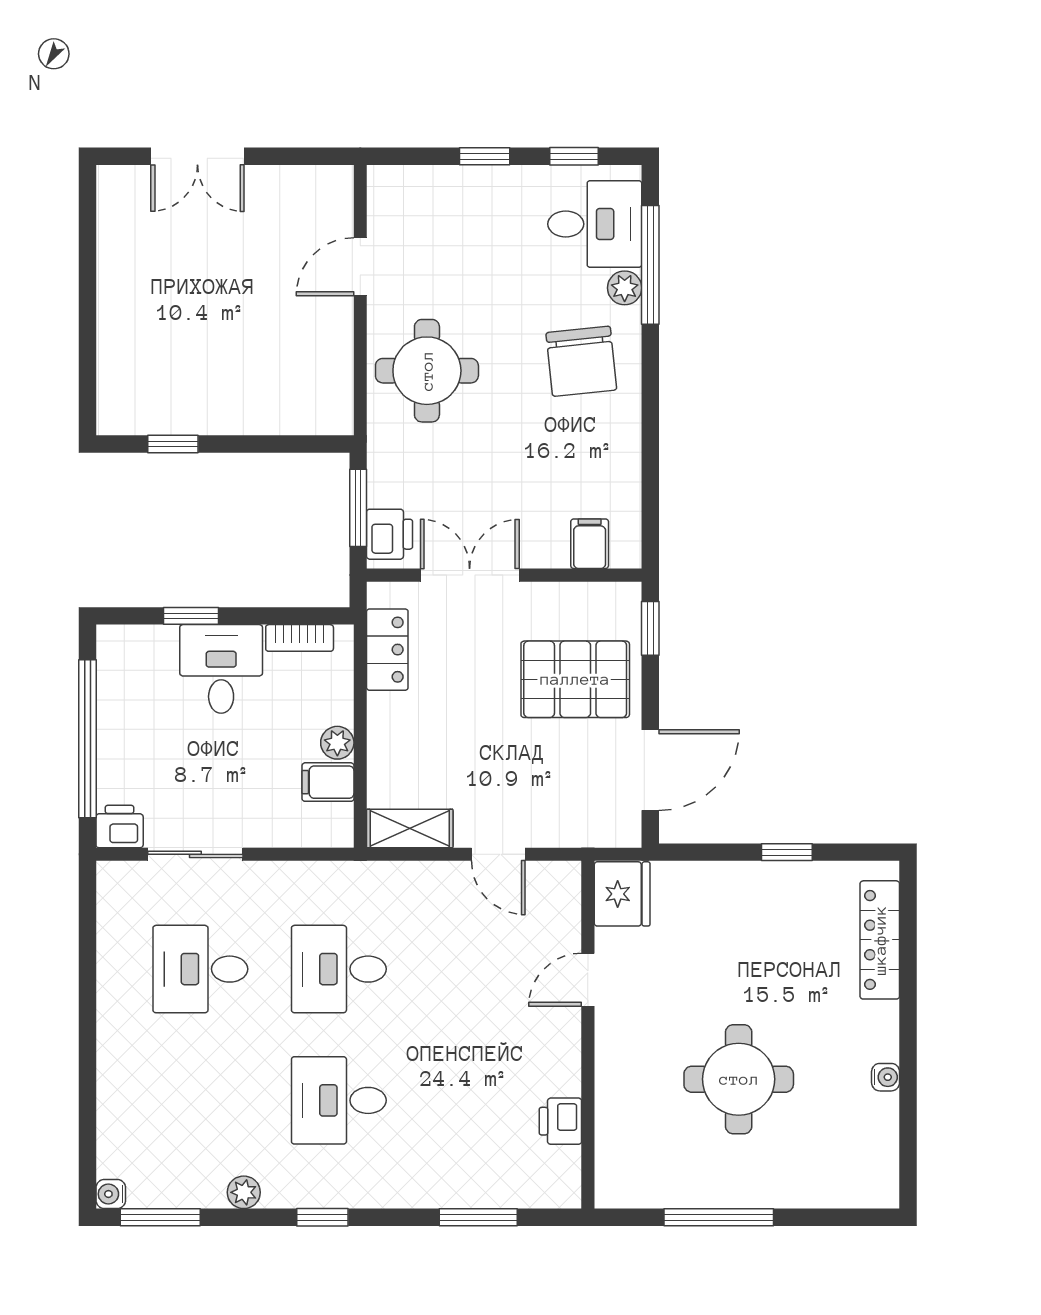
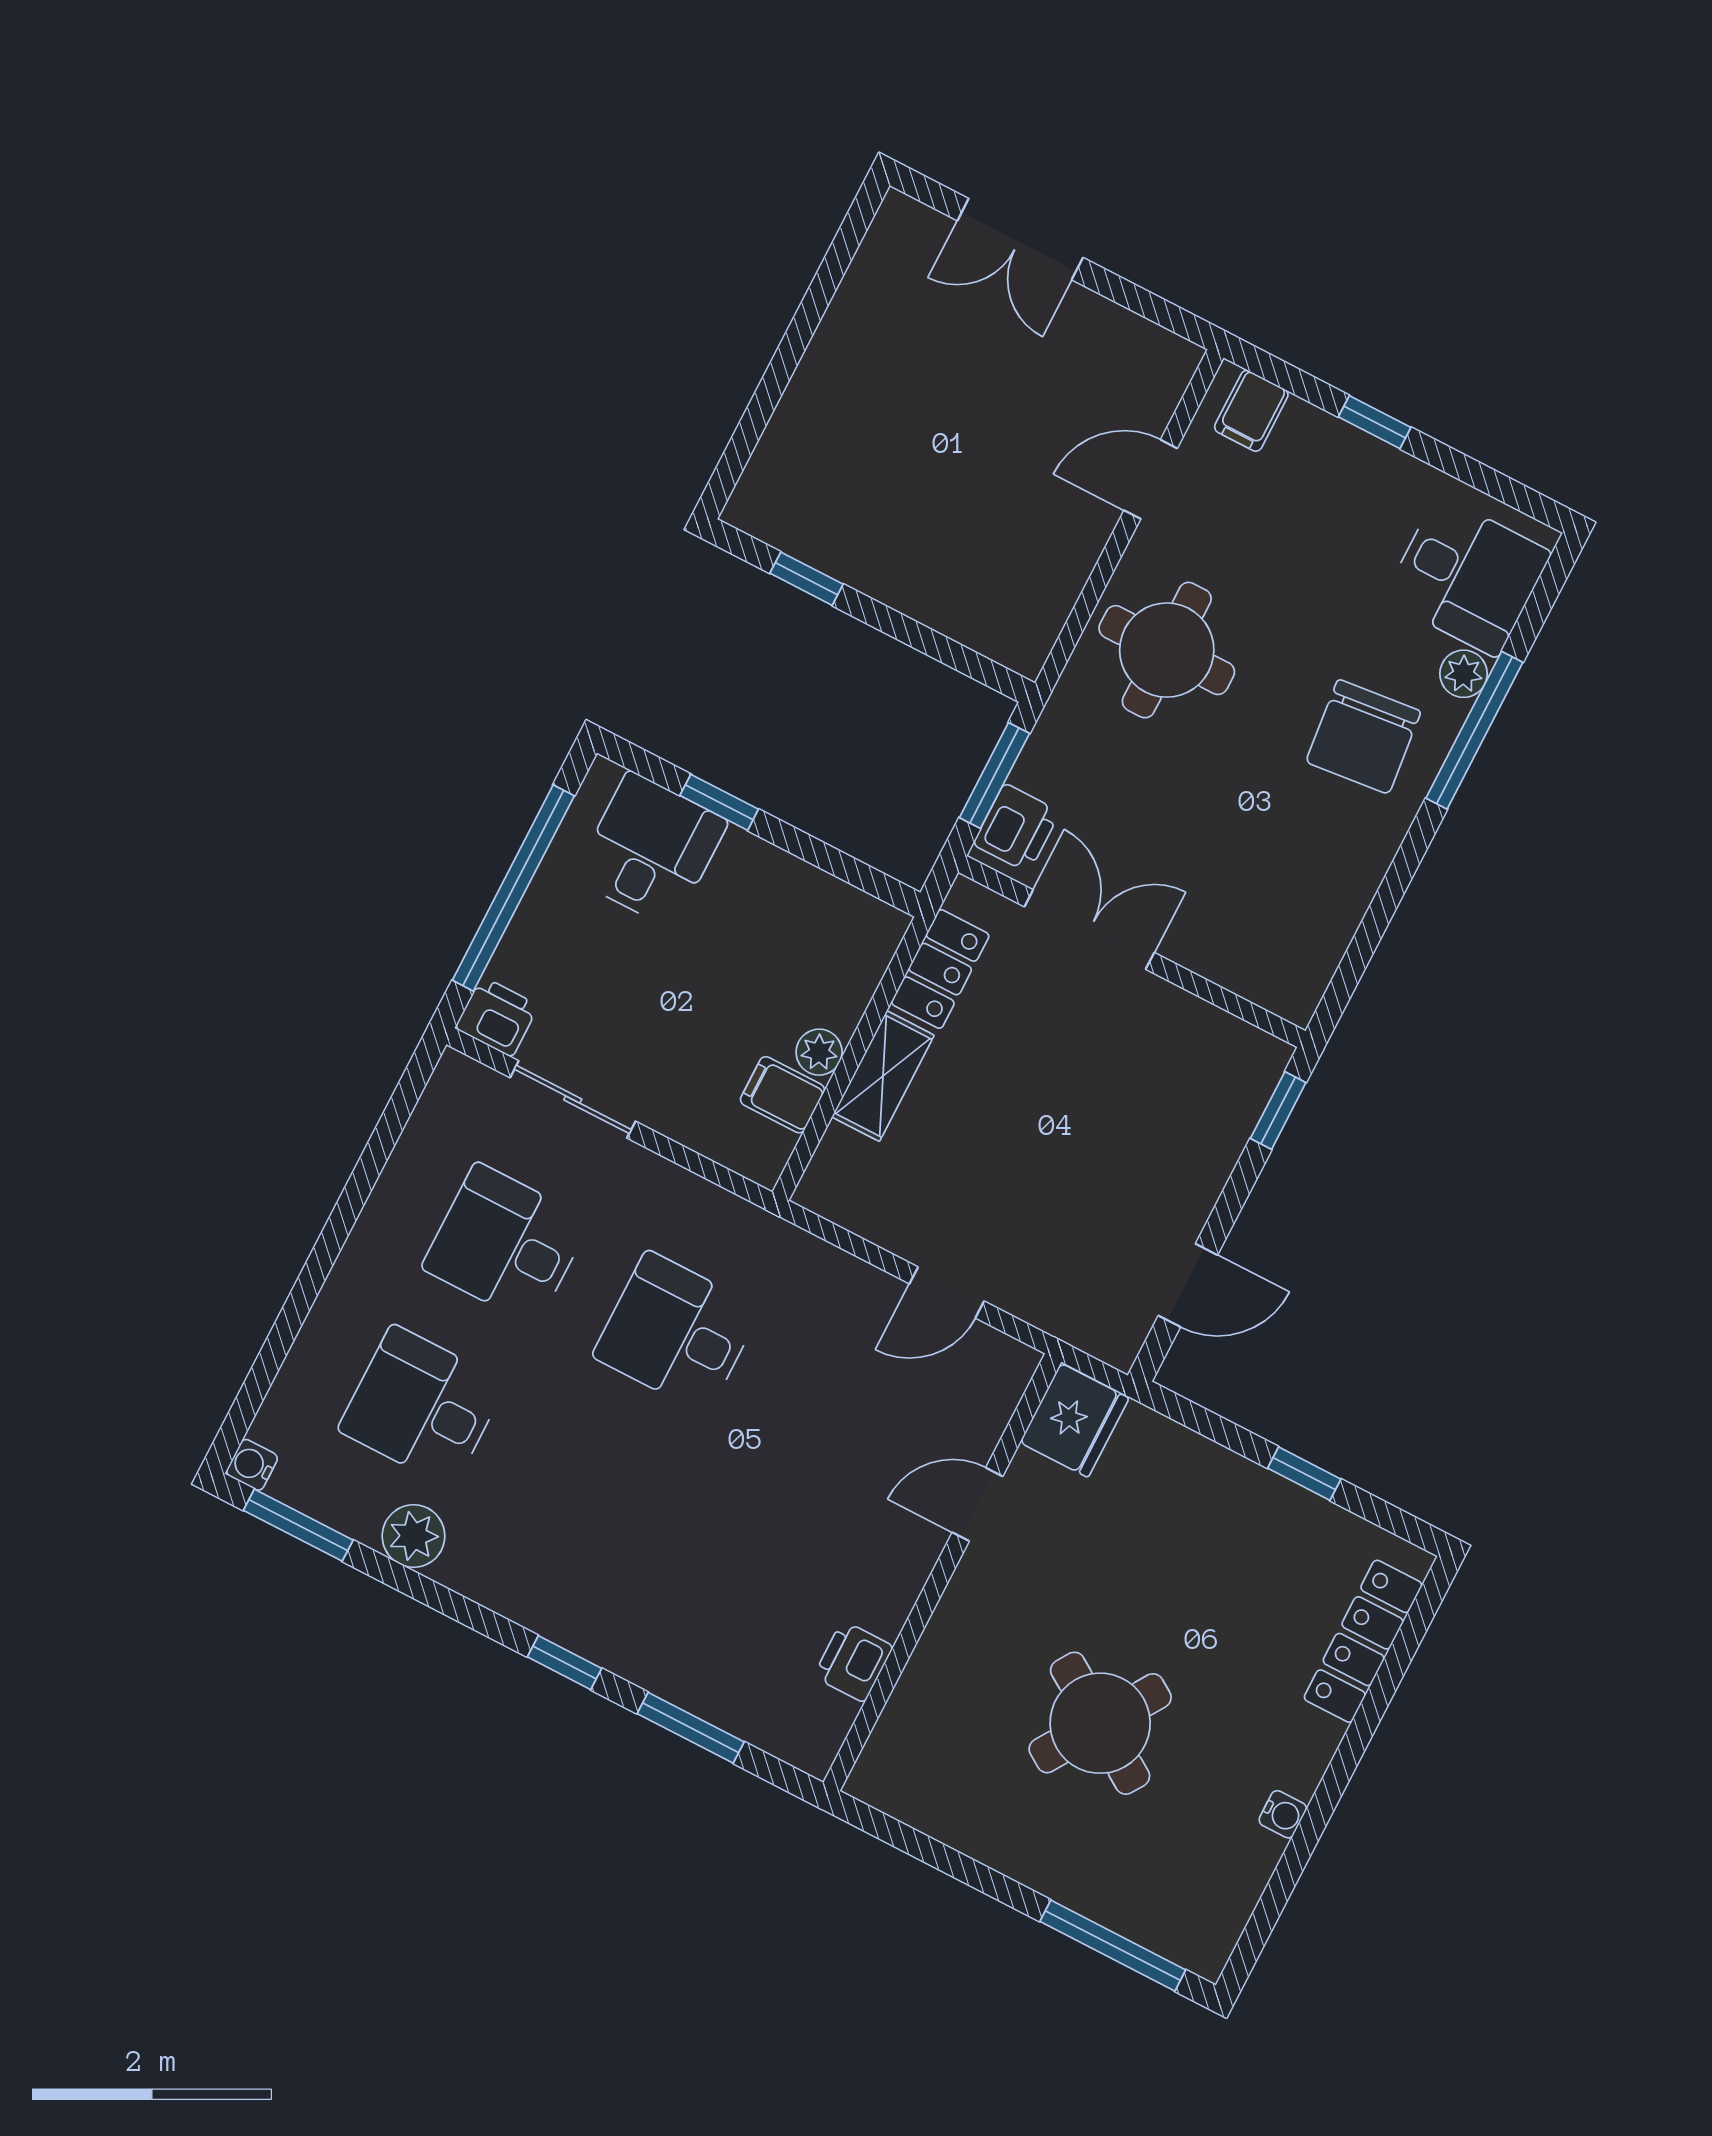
window: (574, 156) -> (1485, 479), removed
window: (650, 265) -> (1474, 730), moved
filing cabinet: (590, 544) -> (1251, 411), moved, turned 180
bookcase: (300, 638) -> (839, 899), removed
desk: (221, 669) -> (651, 850), moved
pallet: (575, 679) -> (1153, 1125), removed
door: (650, 770) -> (1188, 1285), width x0.73
shelving: (410, 828) -> (883, 1076), moved, turned 90
door: (498, 854) -> (947, 1292), hinge flipped
round table: (739, 1079) -> (1100, 1723), turned 33
desk: (339, 1100) -> (422, 1406), moved
plant: (244, 1192) -> (414, 1536), width x1.38, depth x1.38
window: (322, 1217) -> (564, 1663), moved
window: (719, 1217) -> (1113, 1946), moved

